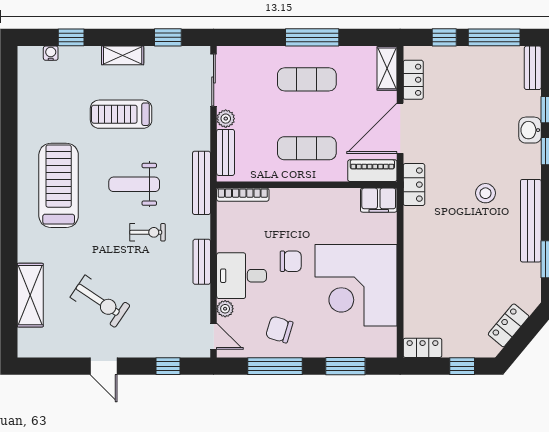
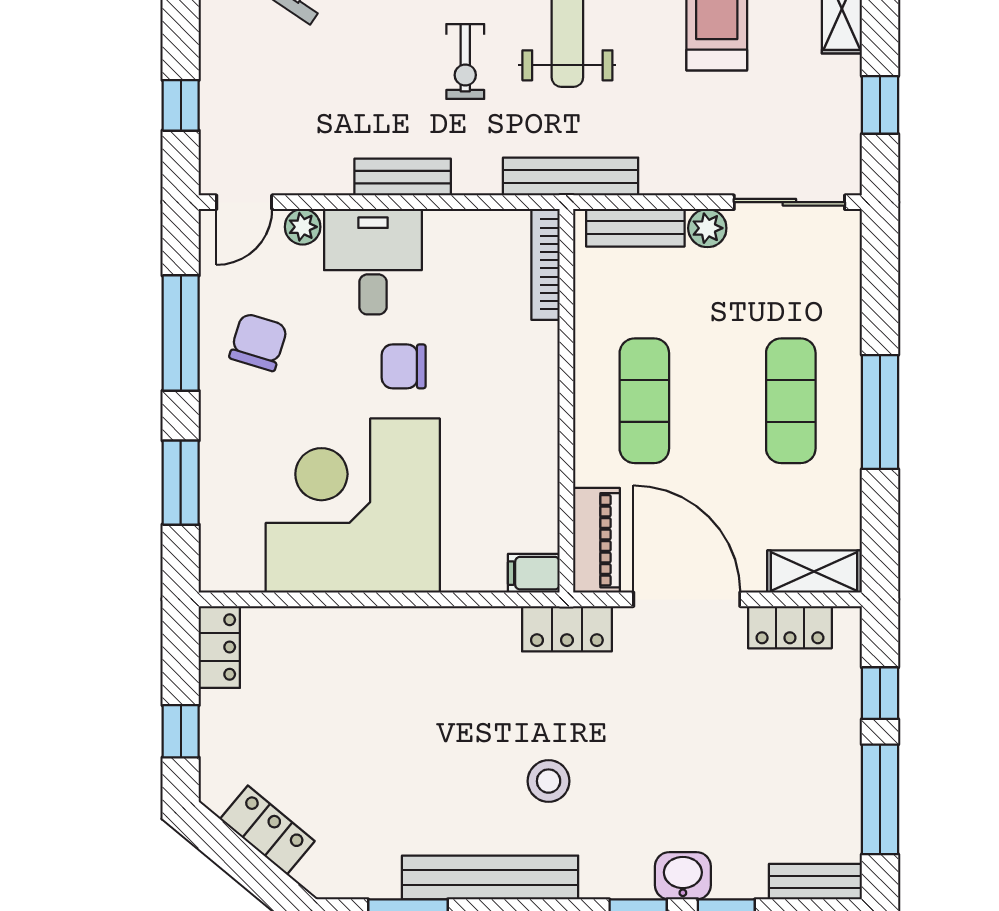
filing cabinet: (379, 200) -> (534, 573), width x0.50
chair: (291, 261) -> (404, 366), turned 90

